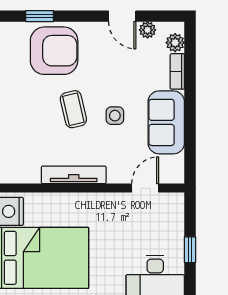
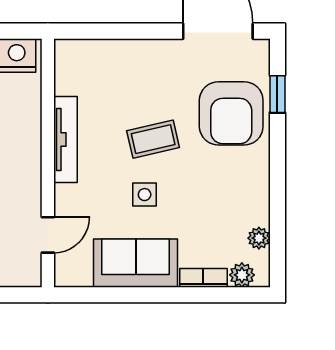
door: (122, 16) -> (277, 204), removed
door: (145, 188) -> (48, 235), hinge flipped

